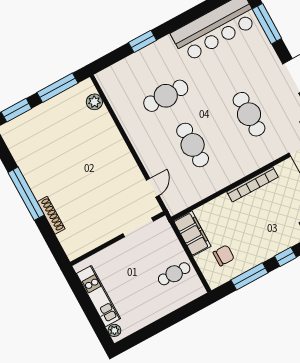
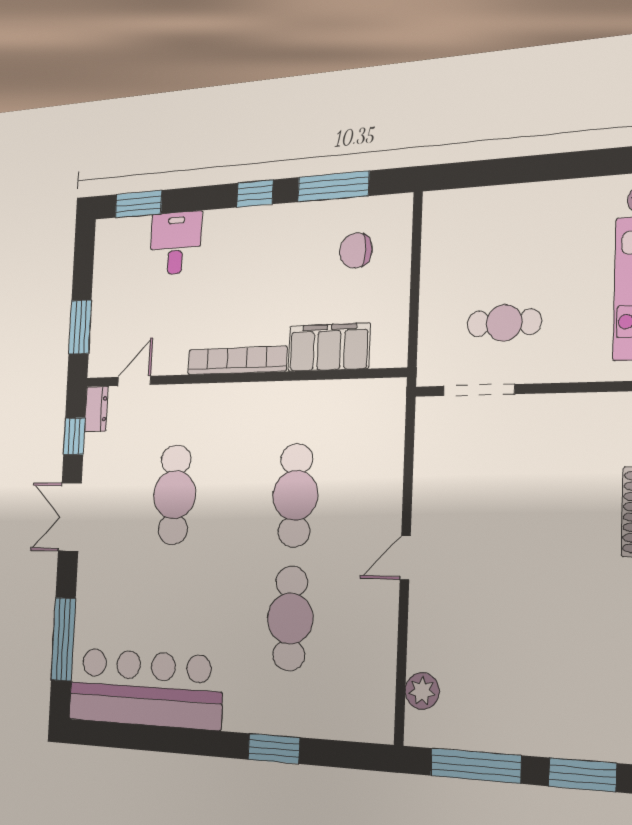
cafe table: (166, 96) -> (290, 618), turned 90
door: (153, 188) -> (405, 558), moved
filing cabinet: (192, 234) -> (329, 347), moved, turned 90
cafe table: (174, 274) -> (504, 323), moved

